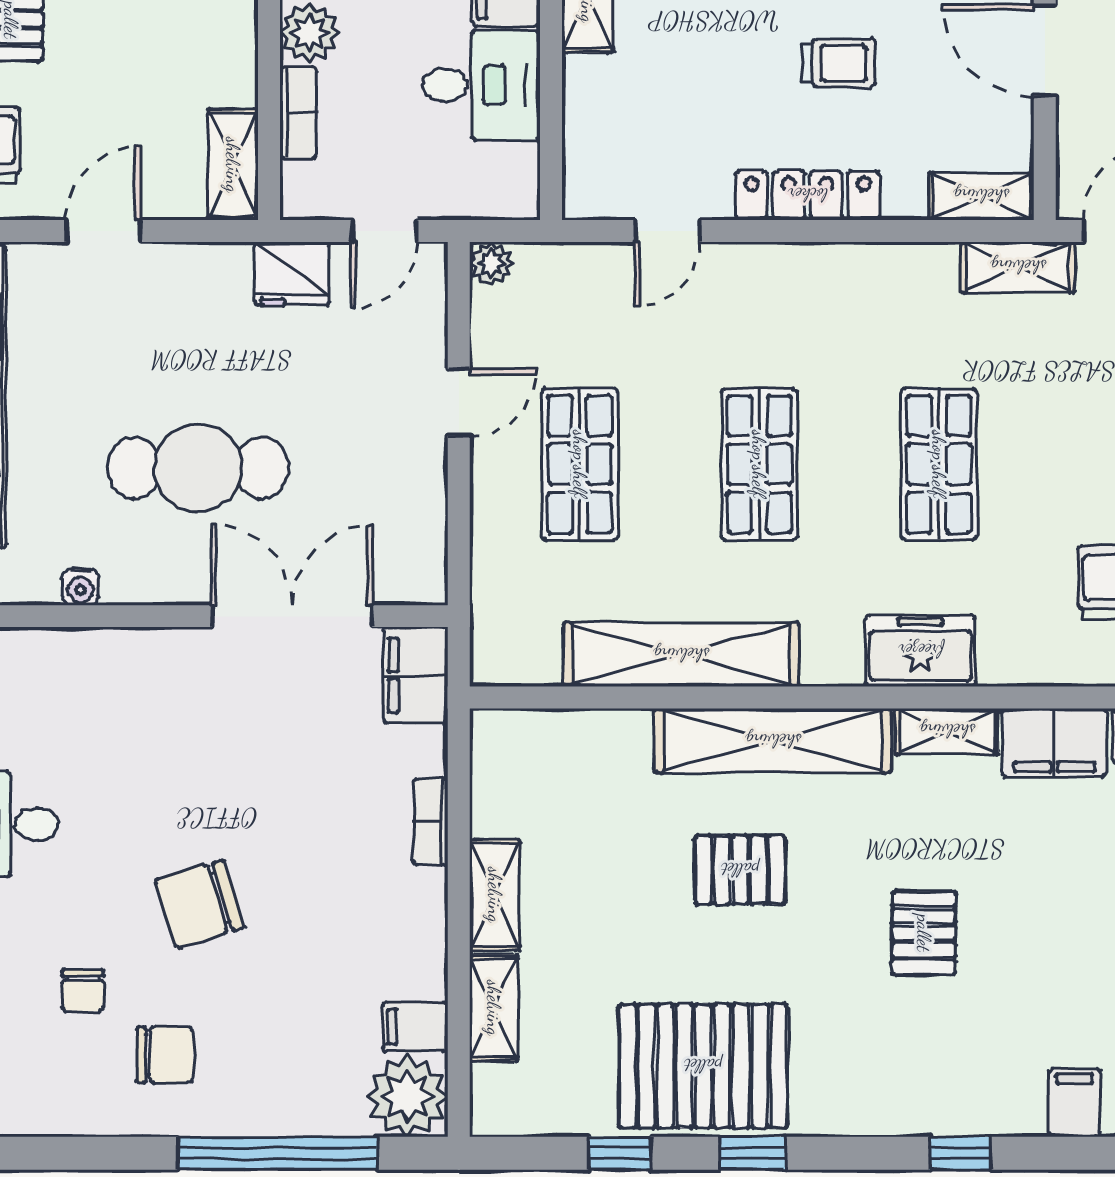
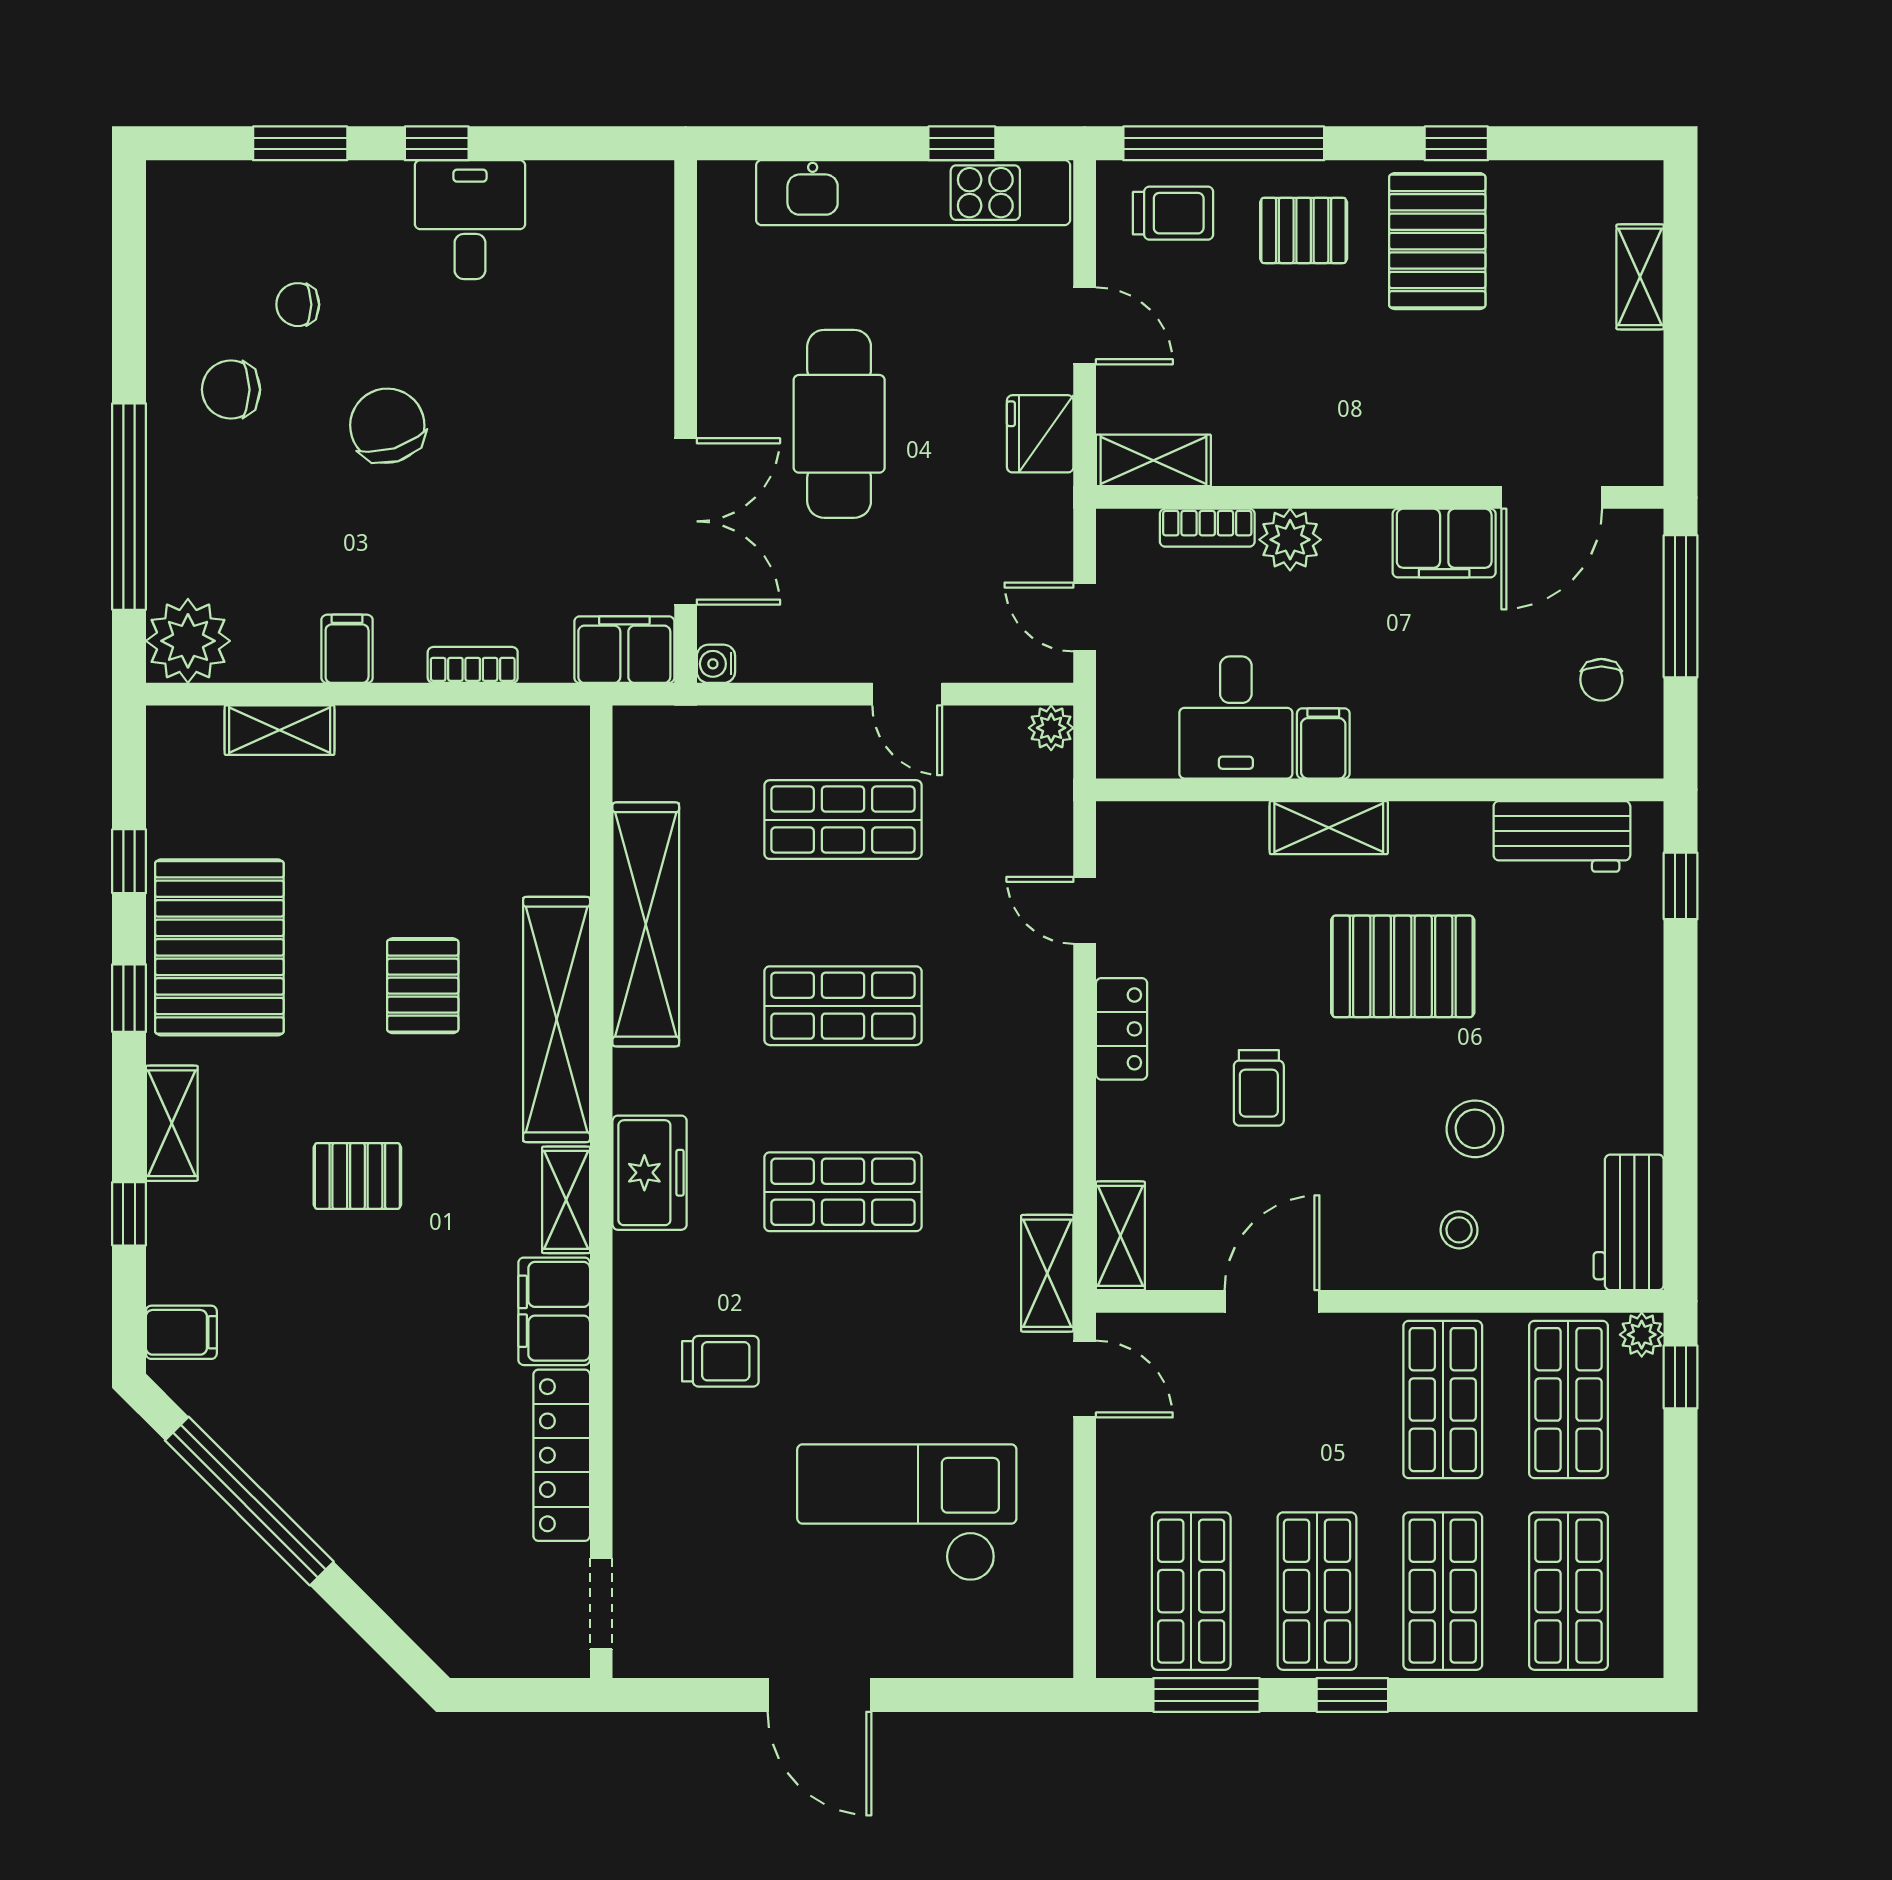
locker: (808, 195) -> (1122, 1029), width x0.66
fridge: (292, 274) -> (1040, 434), moved
water cooler: (80, 587) -> (716, 664), moved
shelving: (495, 895) -> (172, 1123), moved, turned 90
filing cabinet: (415, 1027) -> (347, 649), moved
chair: (165, 1055) -> (231, 390), turned 90

